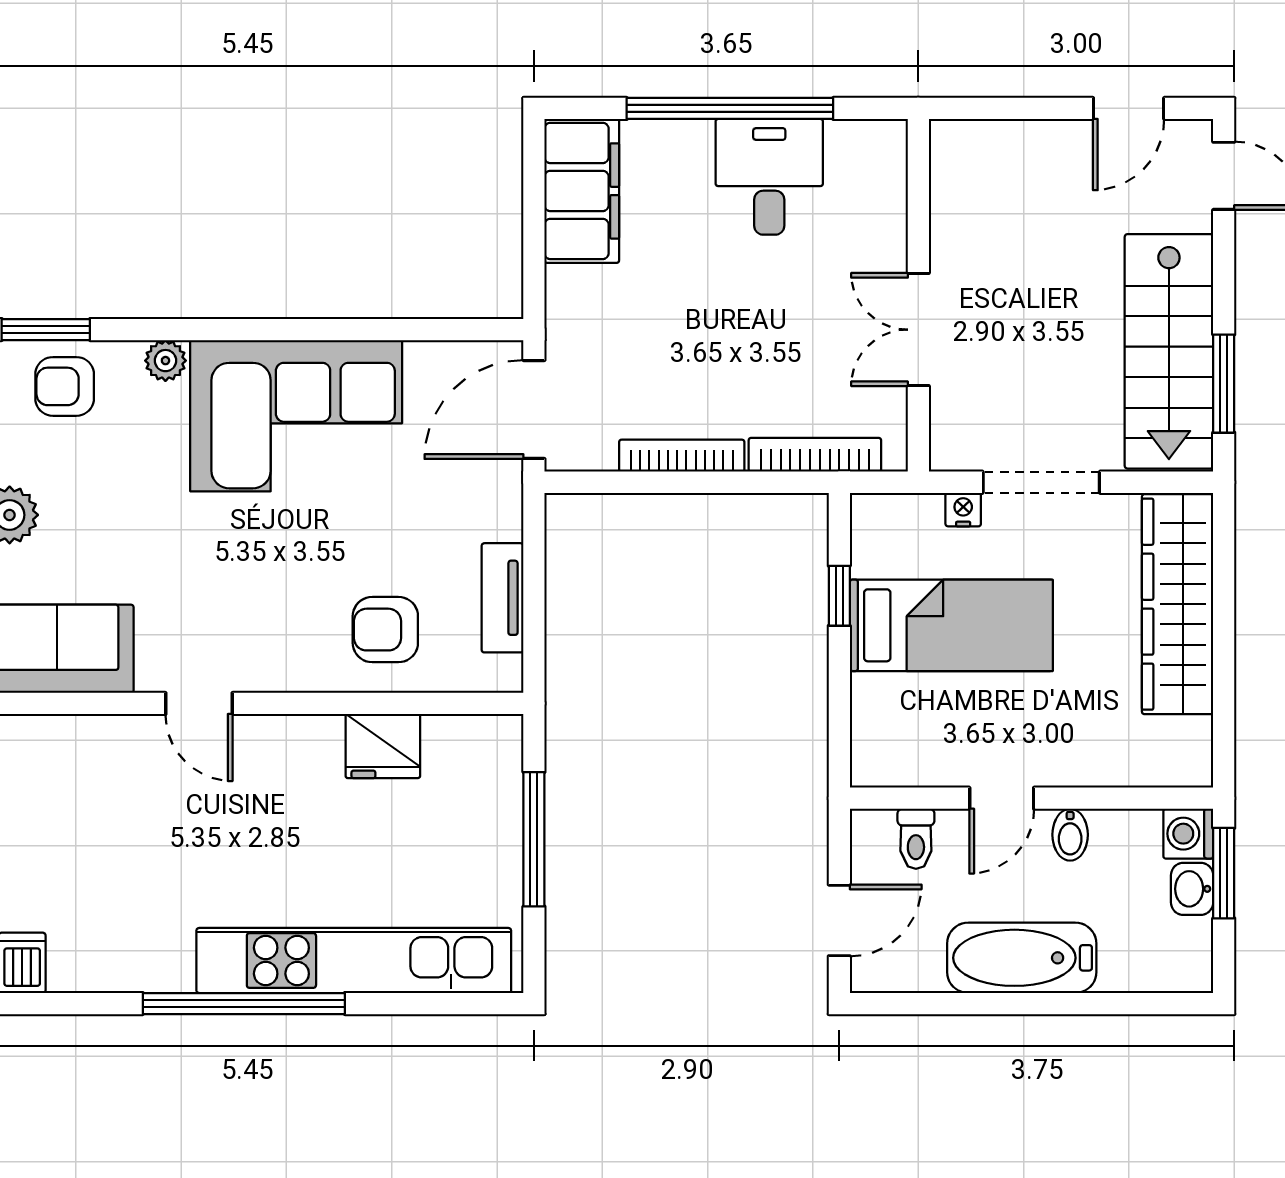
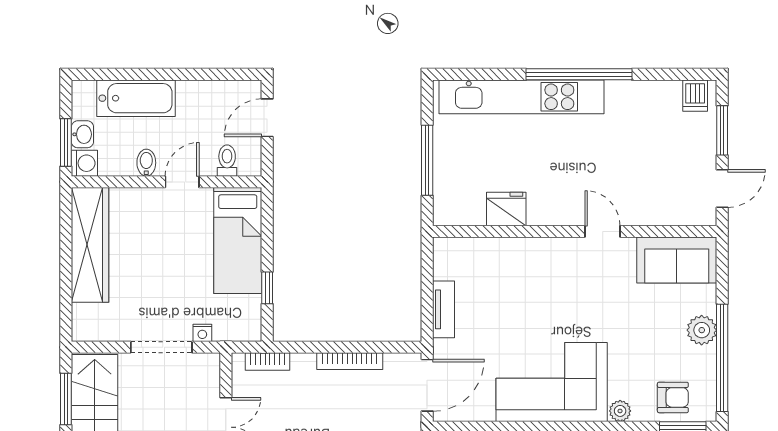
bookcase: (815, 455) -> (267, 362), width x0.64
tv unit: (503, 598) -> (444, 309), moved
wardrobe: (1178, 604) -> (90, 245), moved
bed: (951, 625) -> (238, 240), moved, turned -90
armchair: (385, 630) -> (505, 270), removed
bathtub: (1022, 958) -> (136, 98), moved

